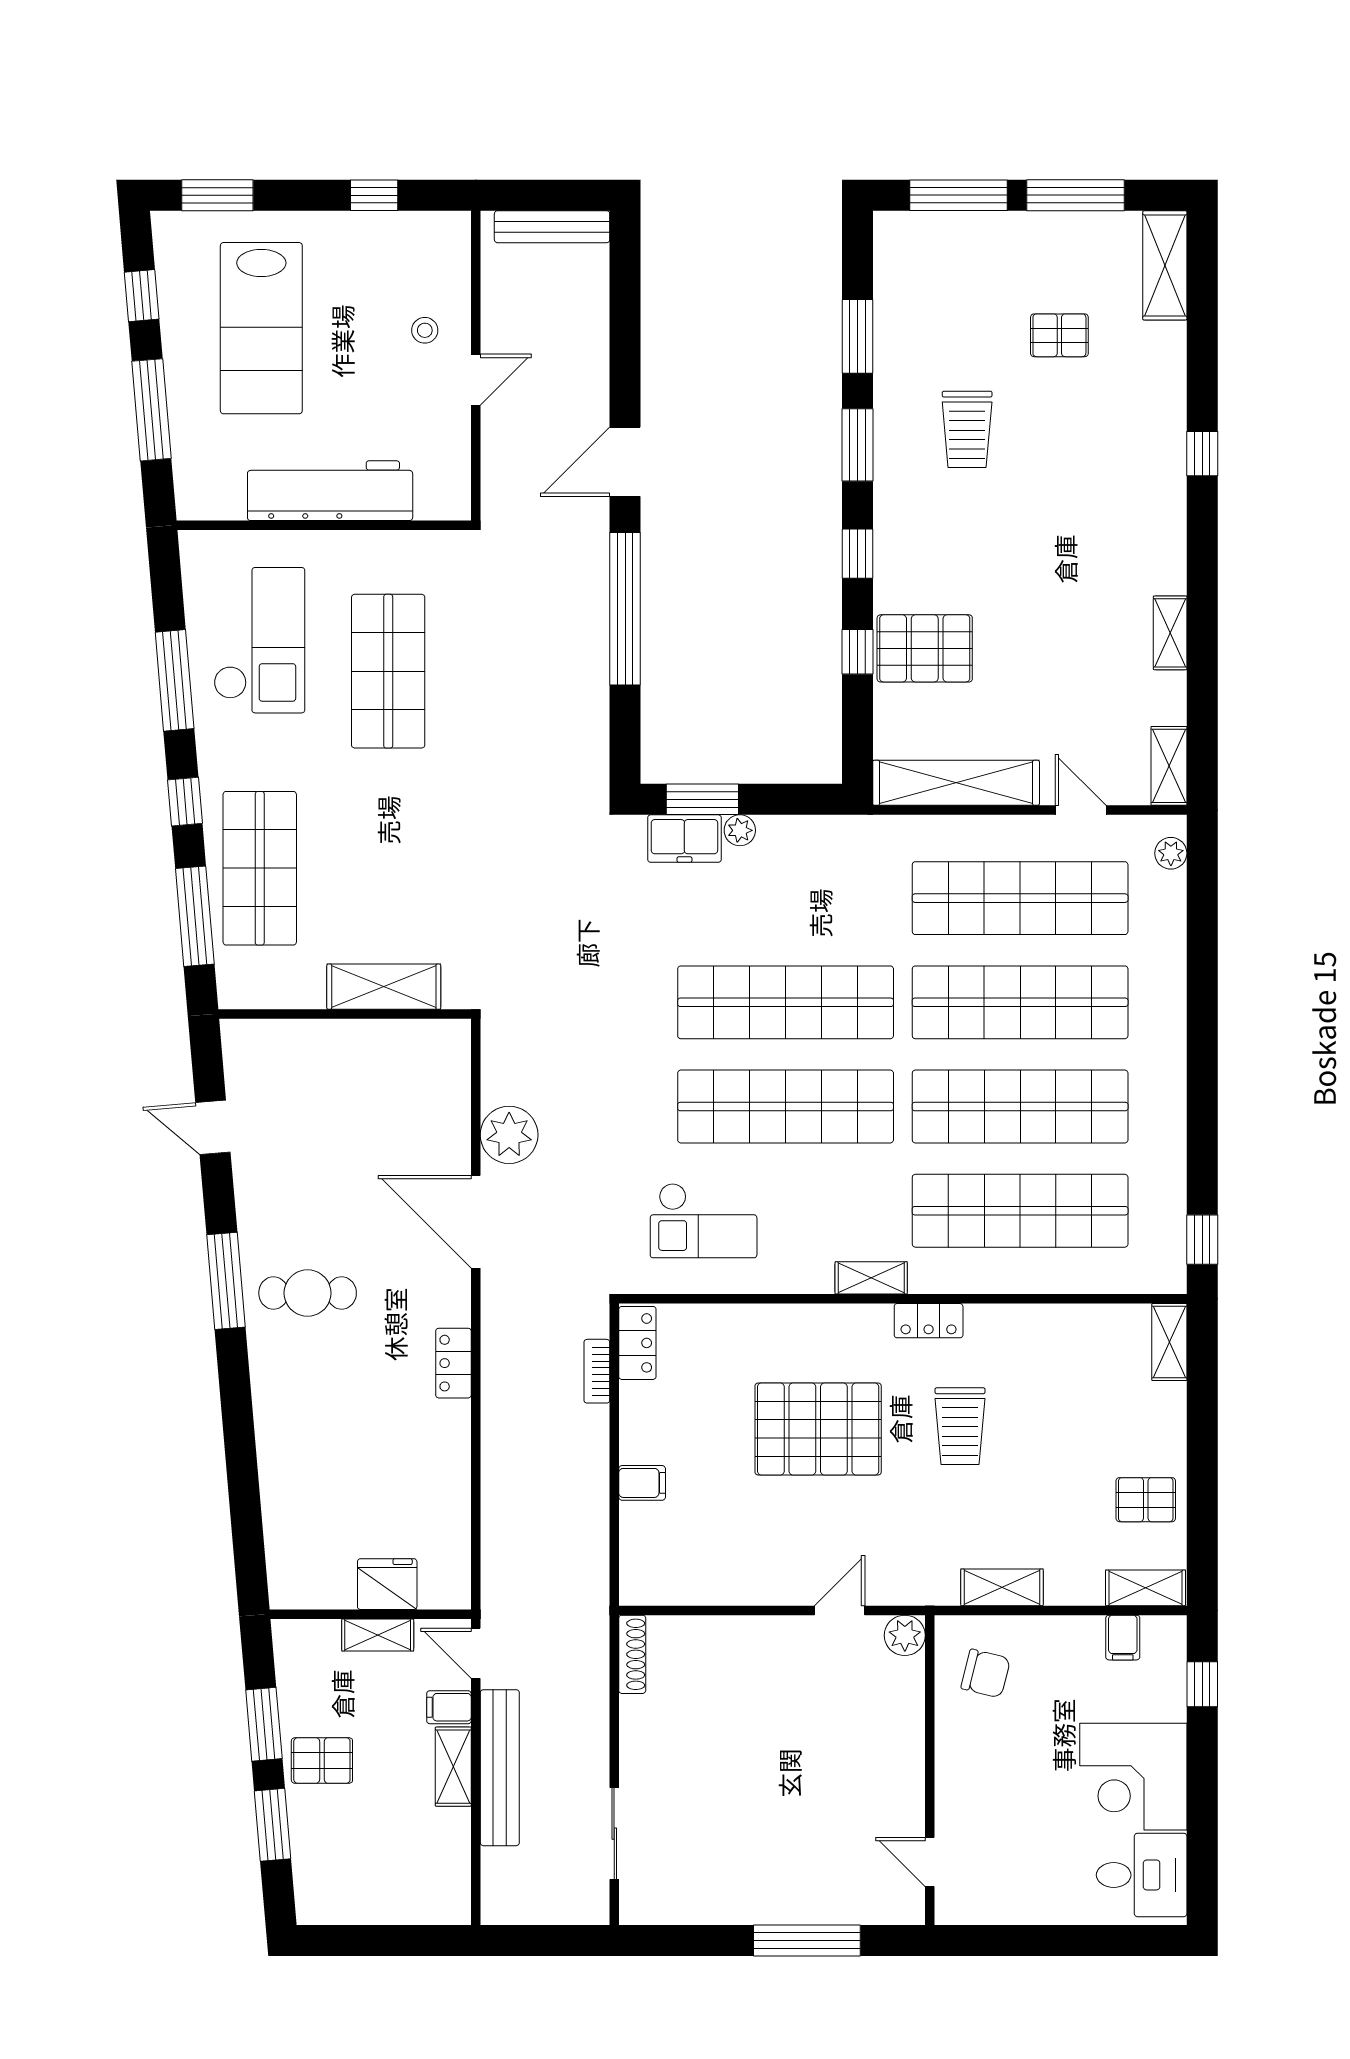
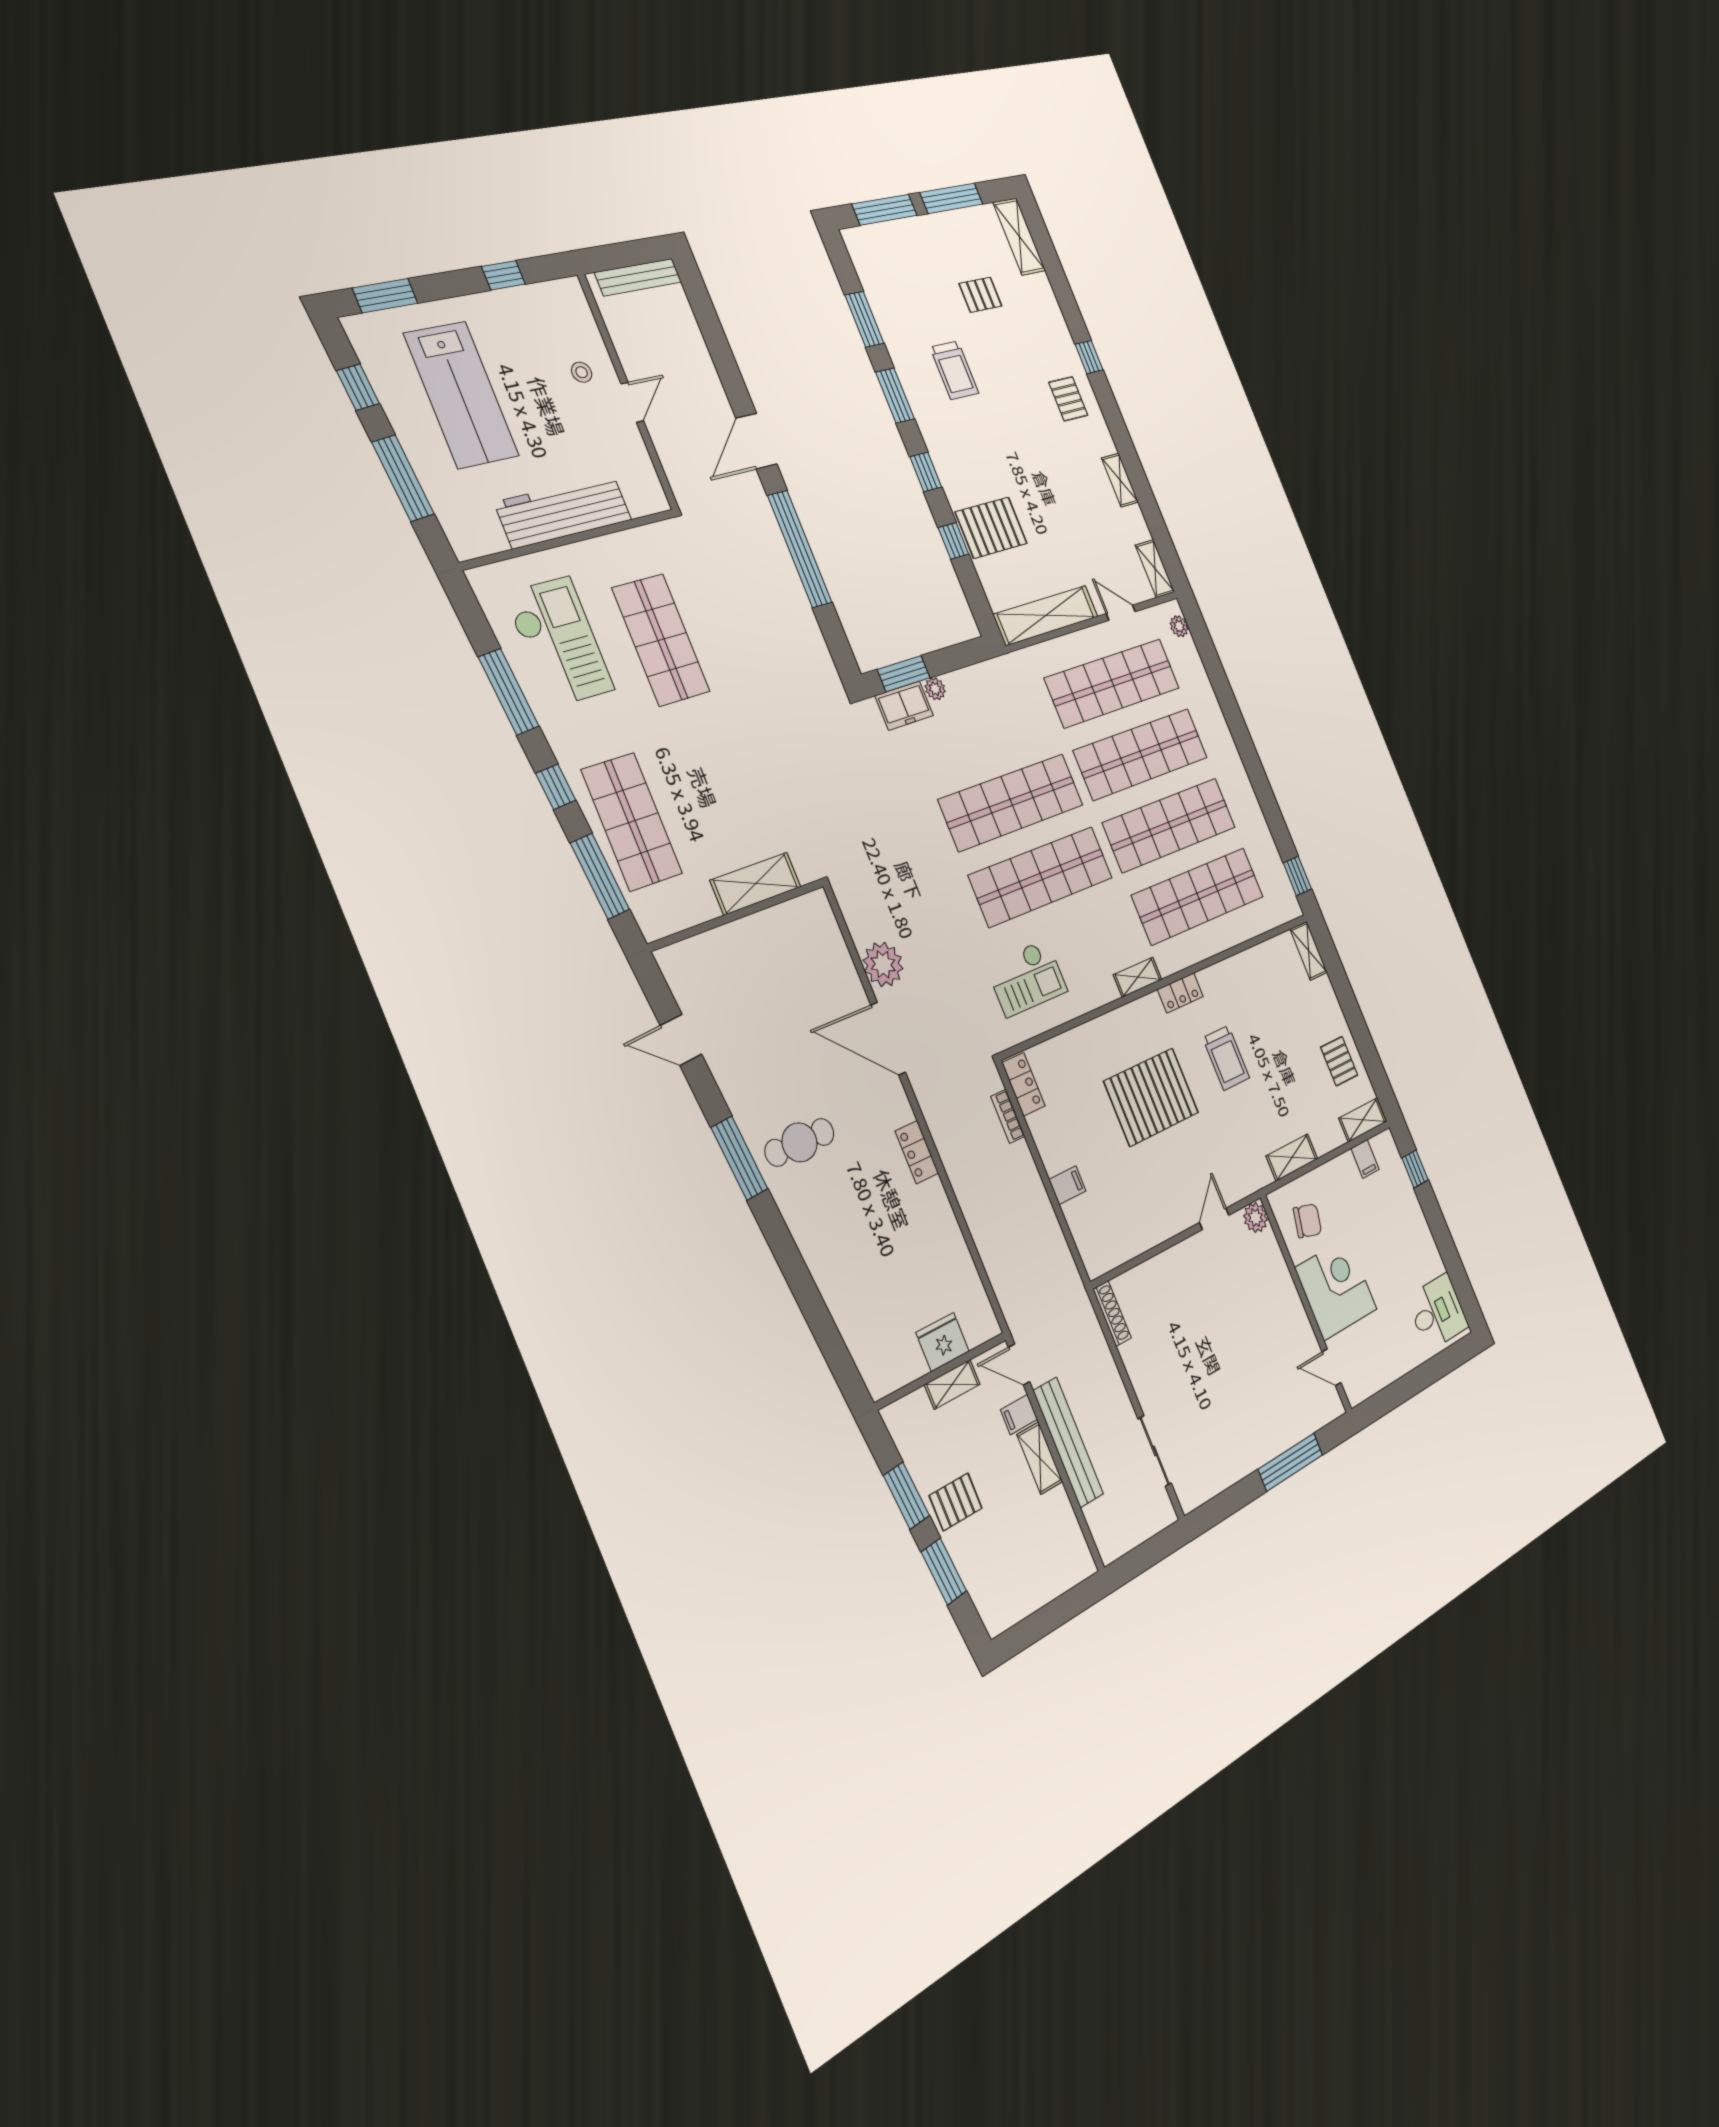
pallet: (1137, 504) -> (1068, 399), added
pallet: (1146, 1500) -> (1339, 1061), turned 90
corner desk: (1133, 1777) -> (1336, 1288), moved, turned 180

